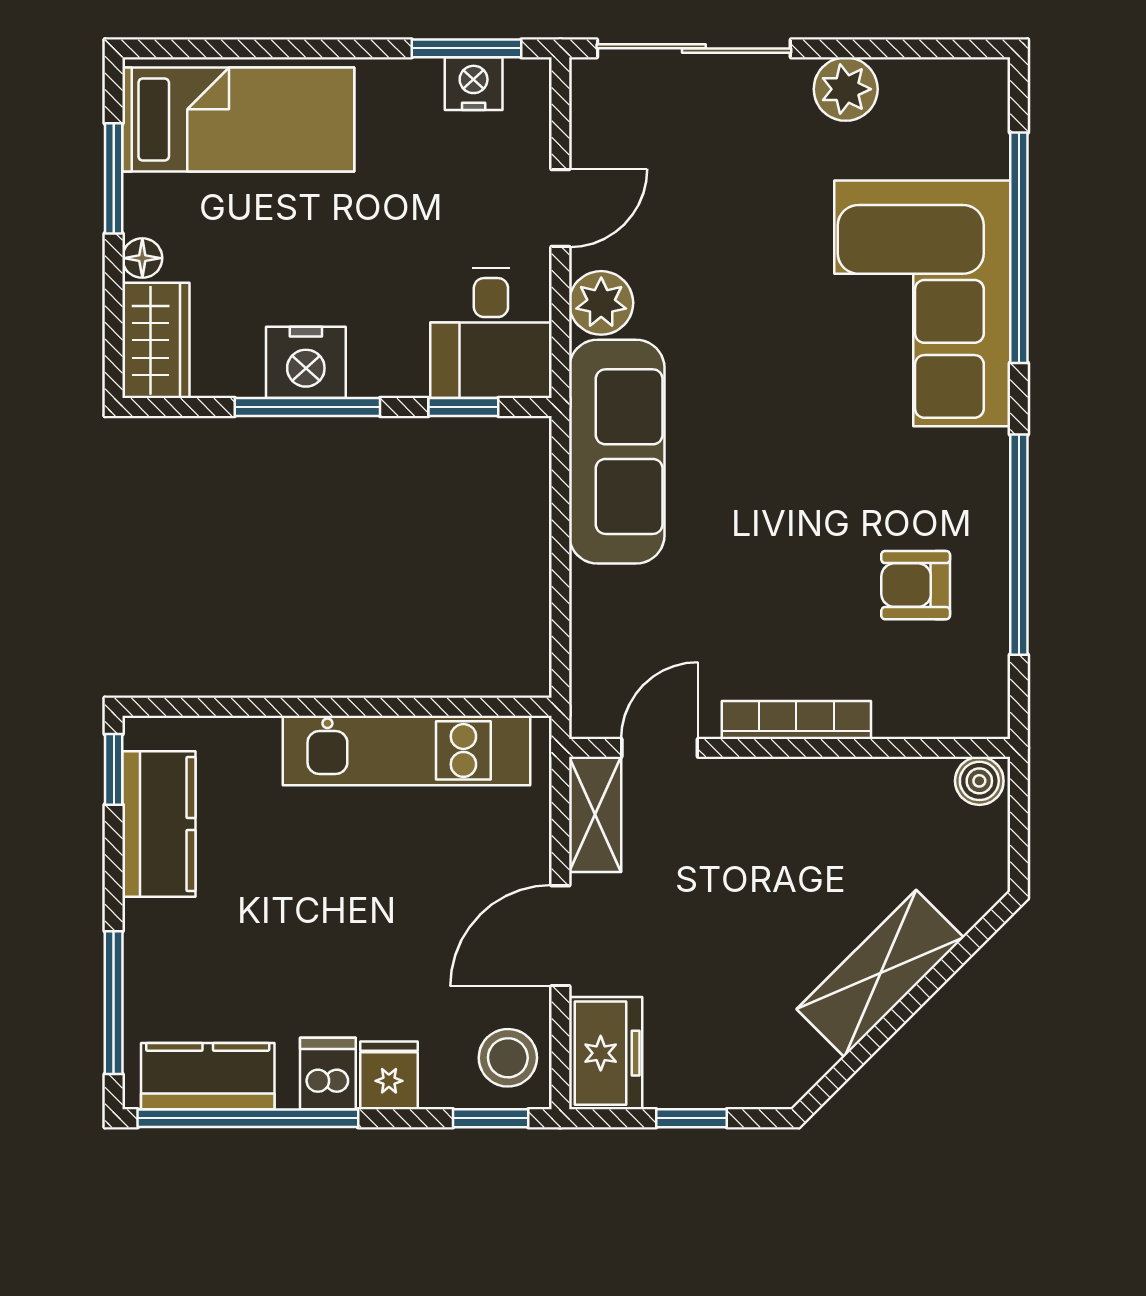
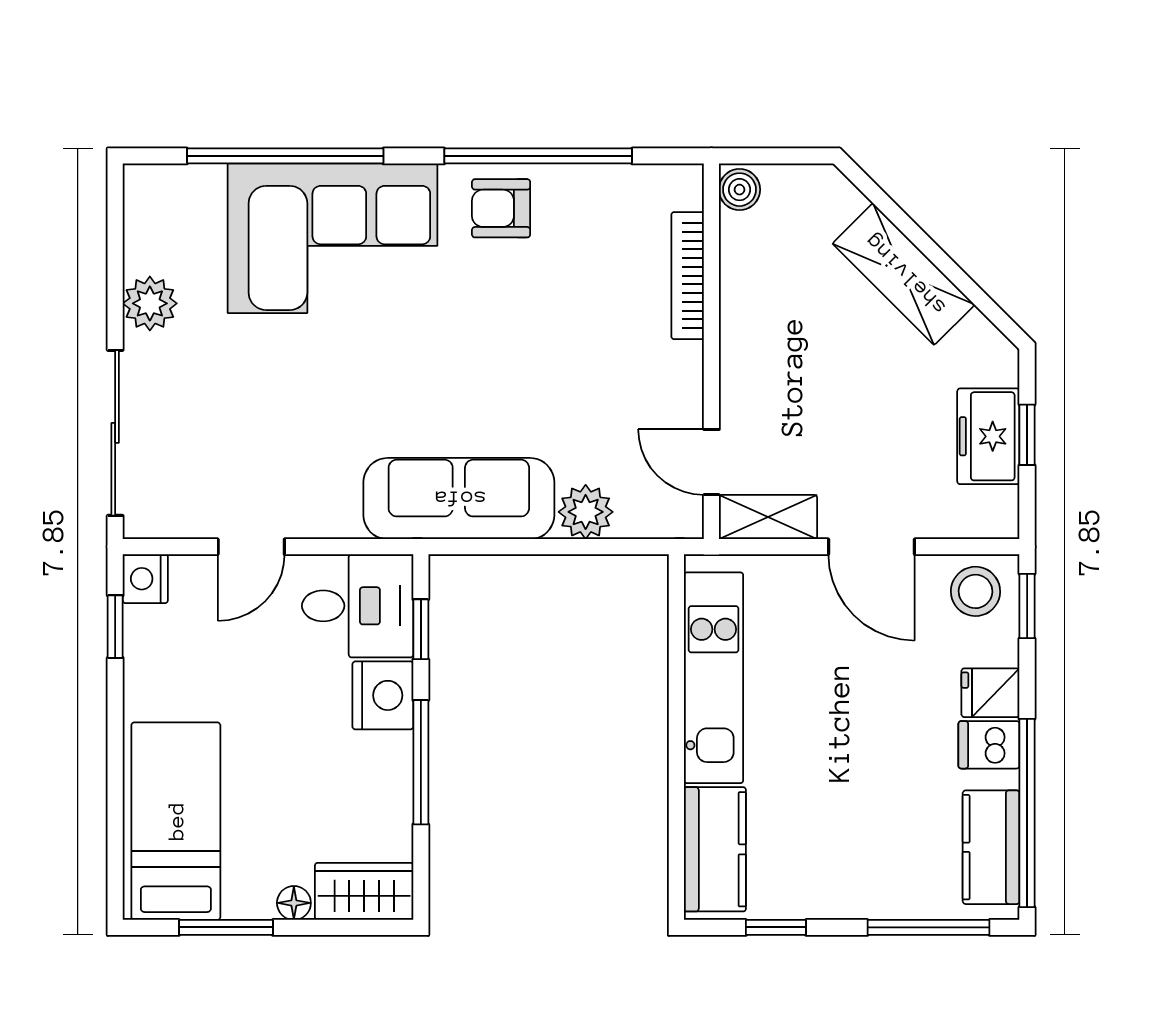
window: (467, 48) -> (115, 627), width x0.67
nightstand: (474, 84) -> (145, 579), moved
door: (560, 208) -> (251, 547), swing flipped
plant: (601, 303) -> (586, 512), moved
nightstand: (306, 362) -> (383, 695), moved
armchair: (916, 585) -> (501, 208), moved, turned 90
bookcase: (796, 720) -> (688, 276), moved
window: (114, 769) -> (776, 927), moved
kitchen counter: (159, 824) -> (715, 849), moved, turned 90
freezer: (606, 1053) -> (988, 436), moved, turned -90

